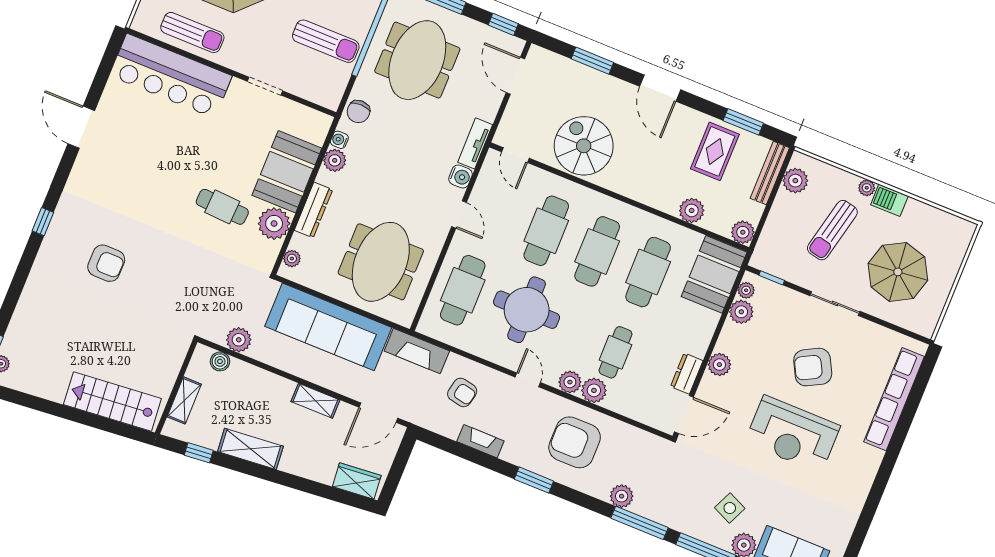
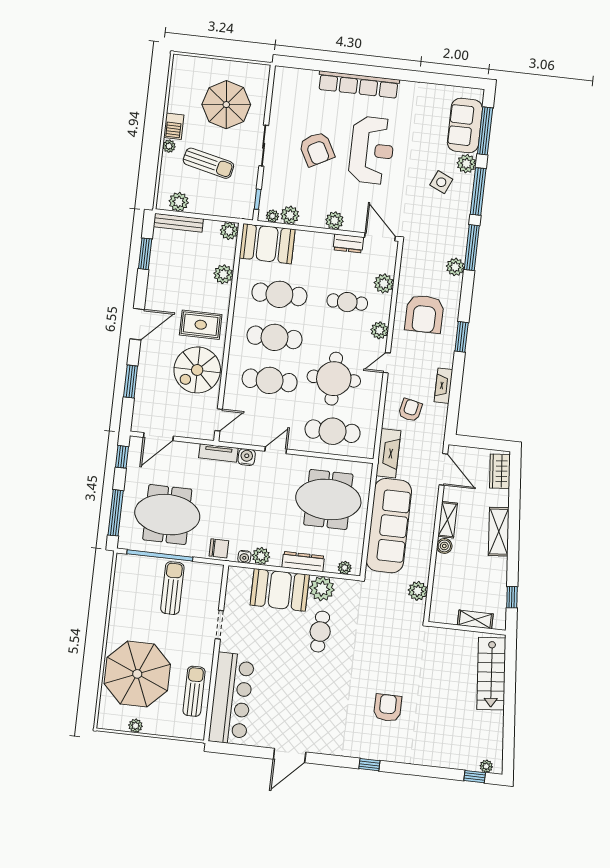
rug: (715, 151) -> (201, 325), moved
boiler: (220, 361) -> (444, 546), moved
plant: (594, 390) -> (384, 284), moved
row of seats: (894, 399) -> (359, 84), moved
shelving: (250, 449) -> (499, 532), moved

